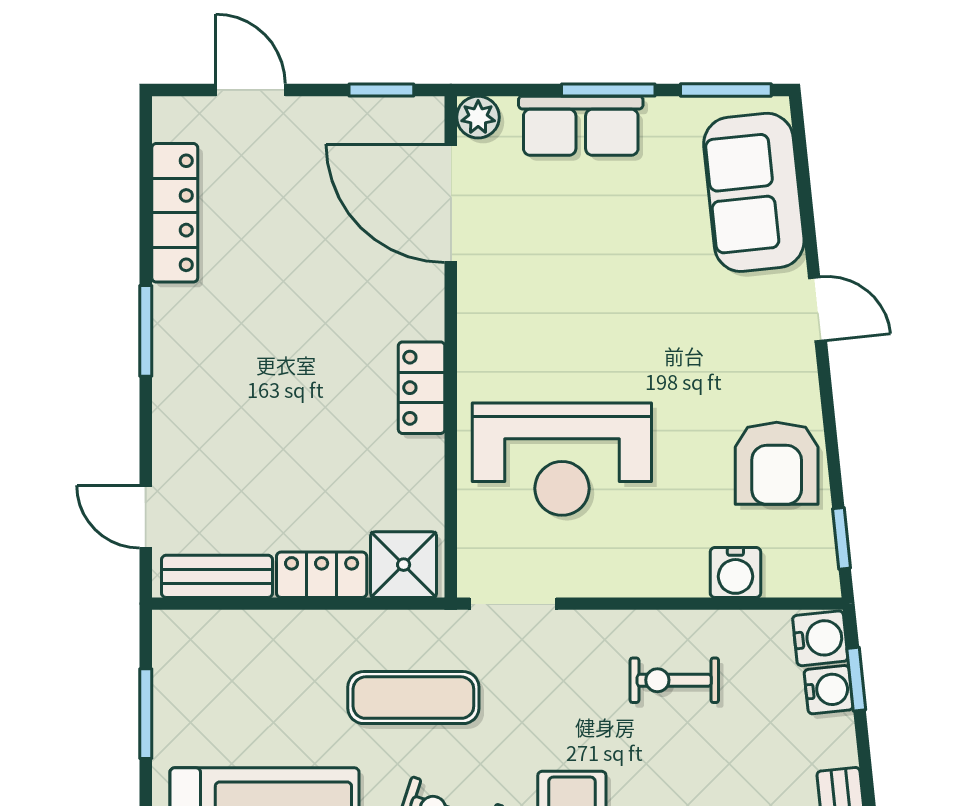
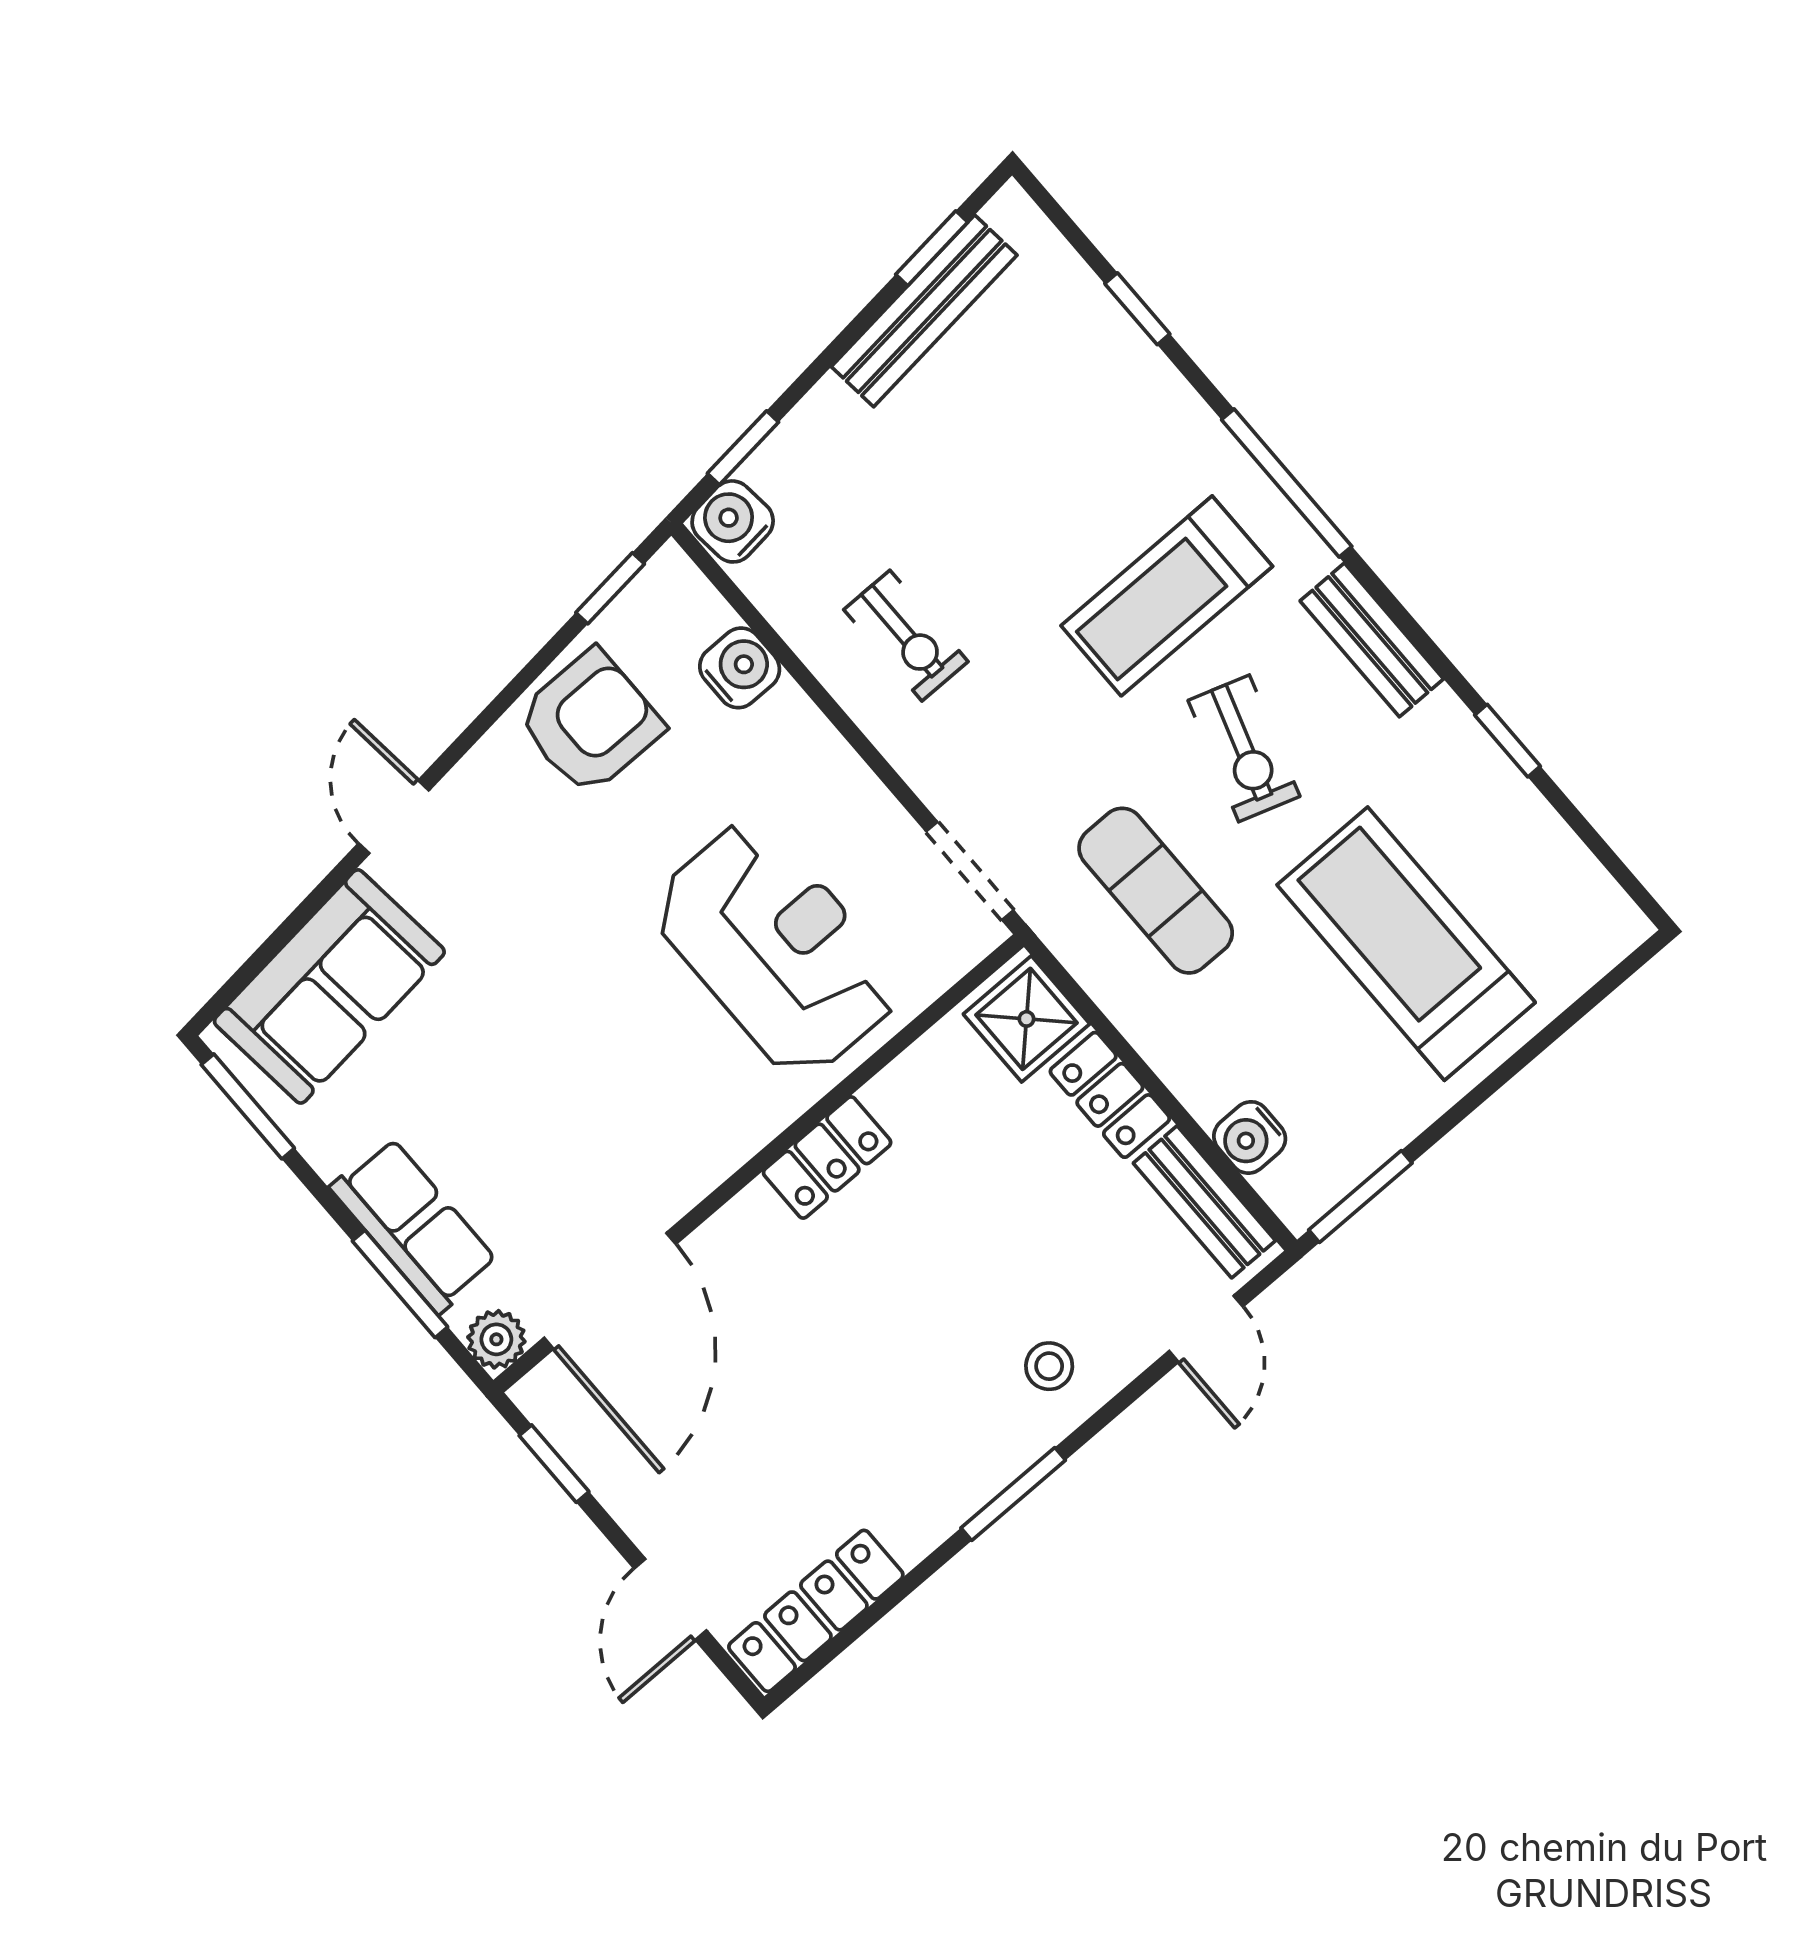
window: (608, 90) -> (400, 1284), moved
locker: (175, 213) -> (816, 1611), moved
stool: (200, 412) -> (1049, 1366), added
water cooler: (829, 690) -> (1250, 1137), moved, turned -84
window: (146, 714) -> (1360, 1196), moved

